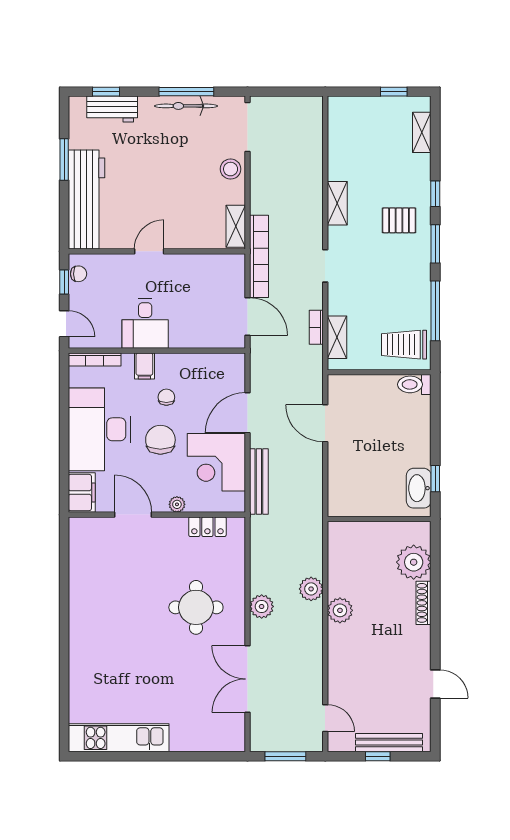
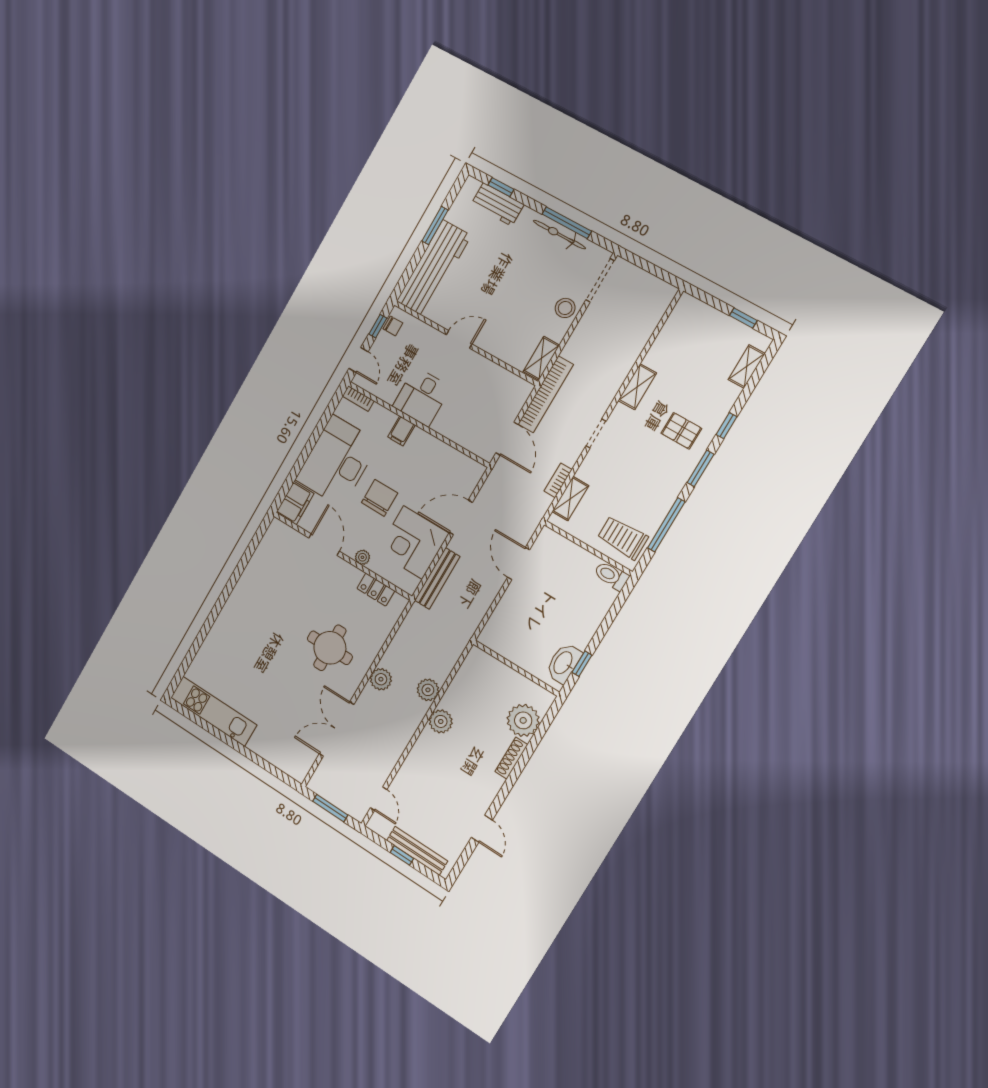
bookcase: (95, 359) -> (358, 398), width x0.64
chair: (166, 397) -> (404, 466), removed

